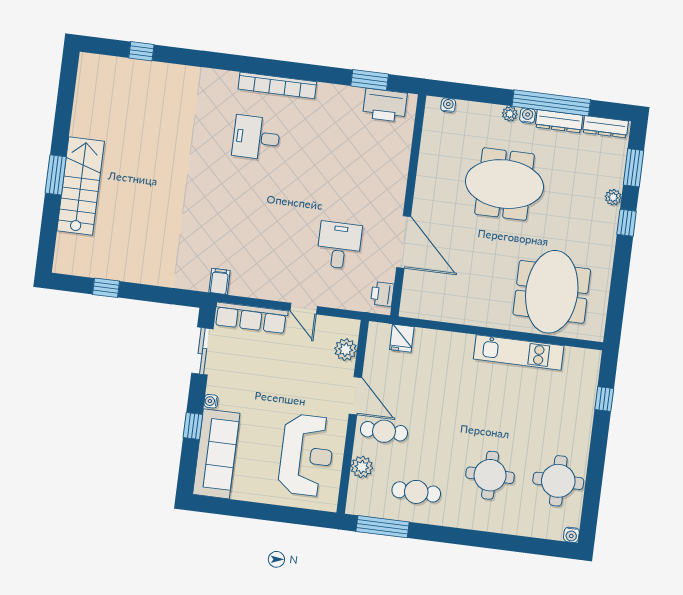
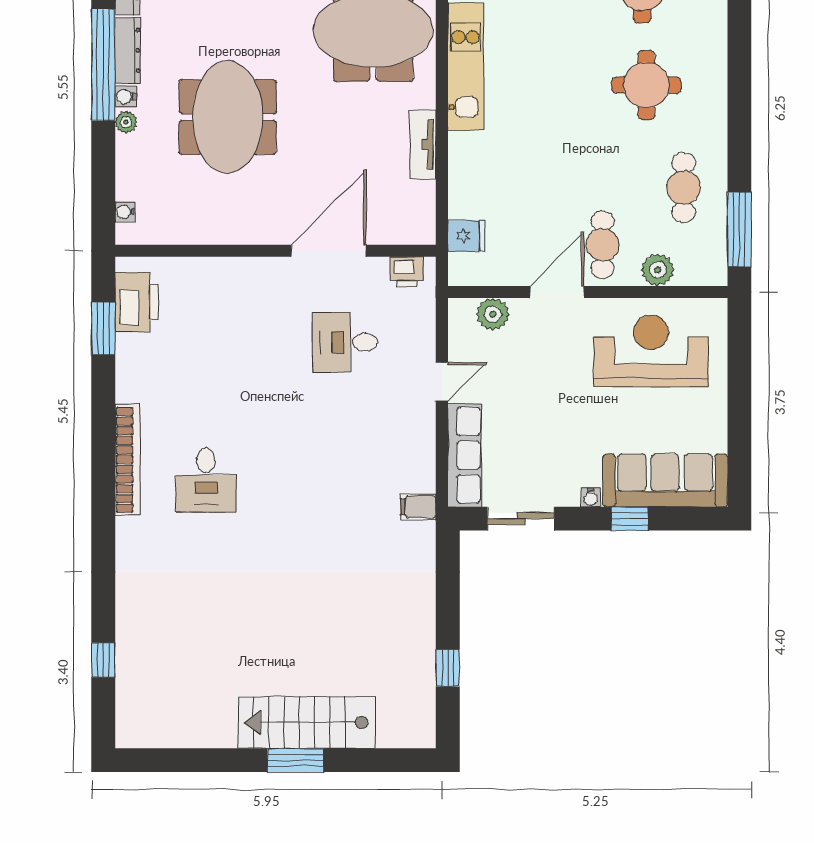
tv unit: (469, 316) -> (423, 144), added

